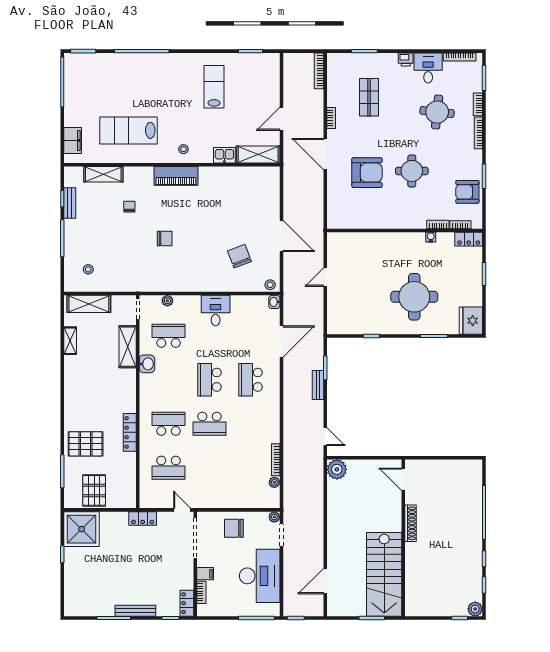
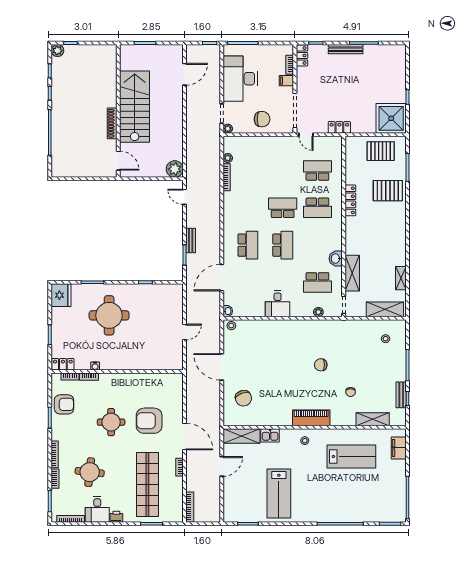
lab bench: (214, 87) -> (279, 494), width x1.36, depth x1.39
shop shelf: (369, 97) -> (147, 485), width x2.00, depth x1.36
chair: (239, 256) -> (243, 398), moved
pallet: (94, 490) -> (381, 151), turned 90
stairs: (384, 574) -> (135, 107), moved

